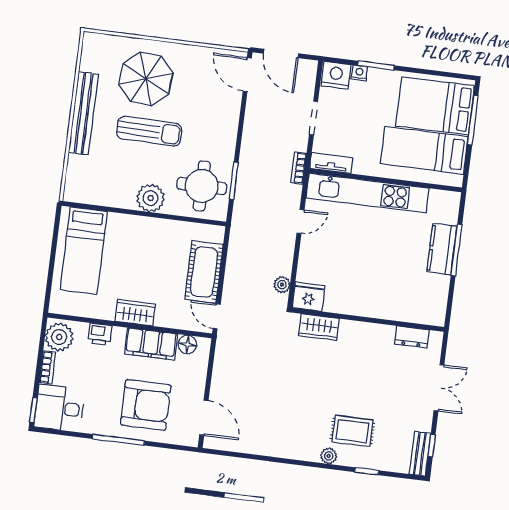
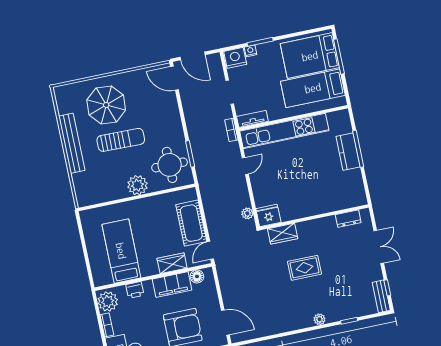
bed: (84, 251) -> (121, 251), moved, turned 180
wardrobe: (135, 313) -> (172, 263), moved
door: (217, 316) -> (210, 250), hinge flipped
rug: (352, 431) -> (304, 268), moved

